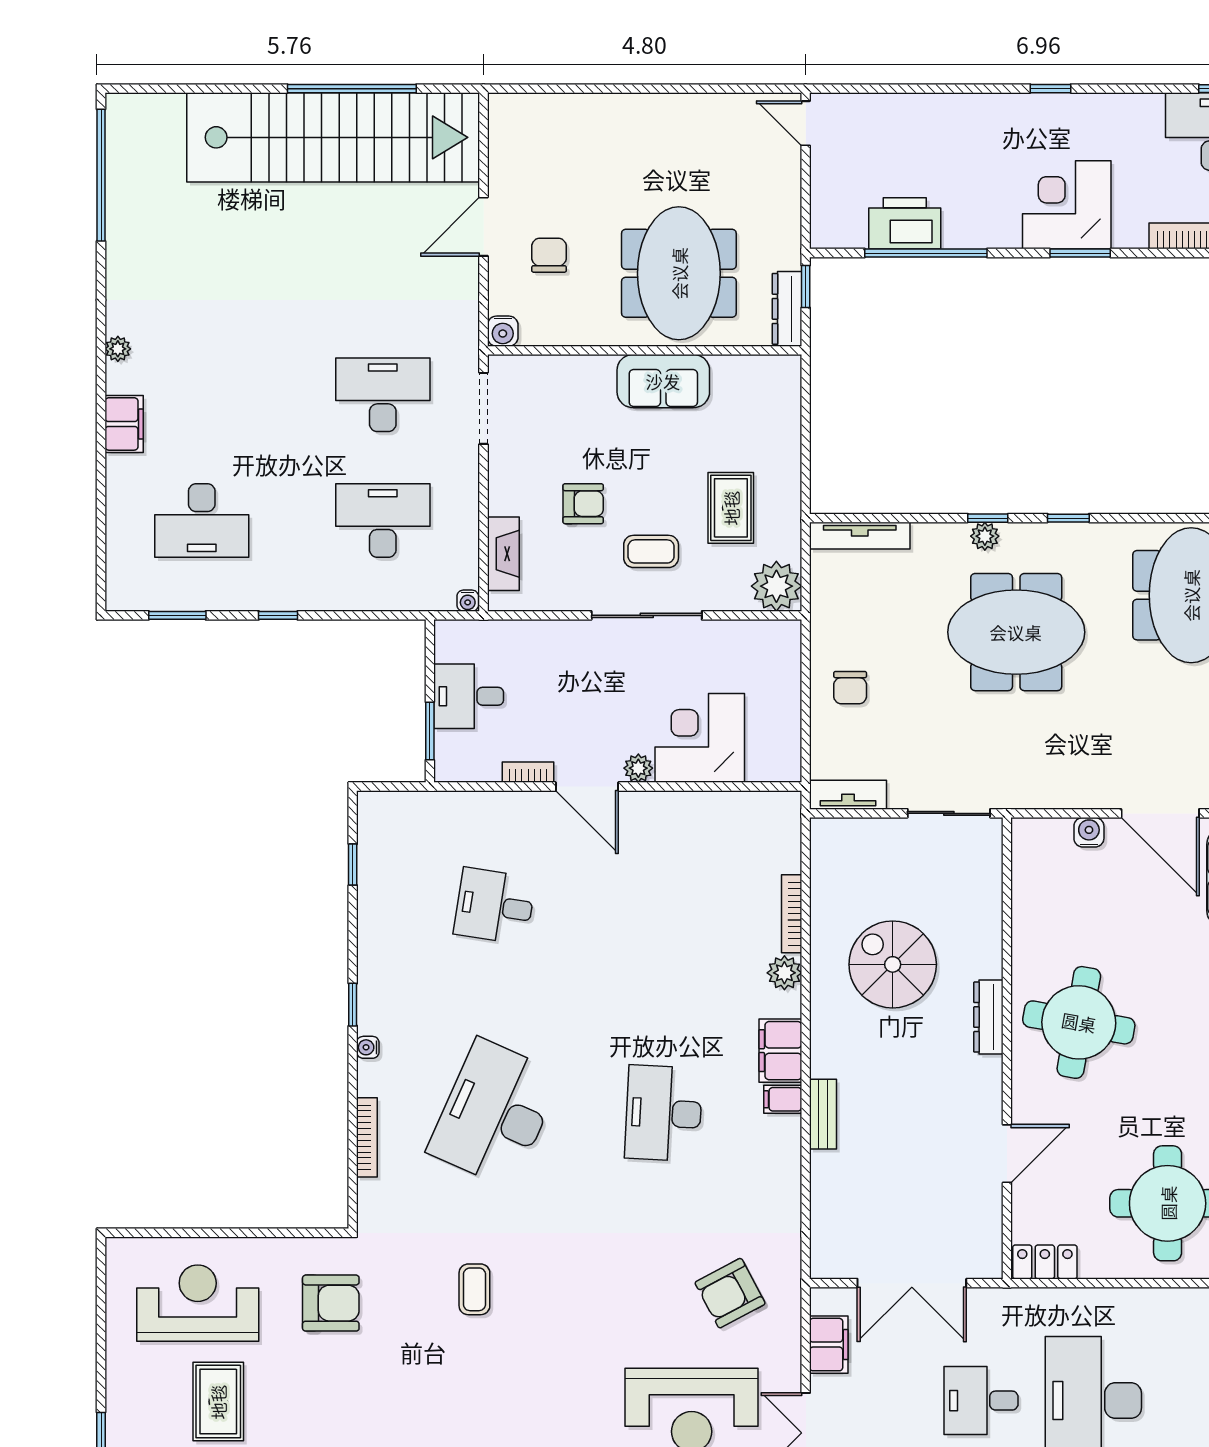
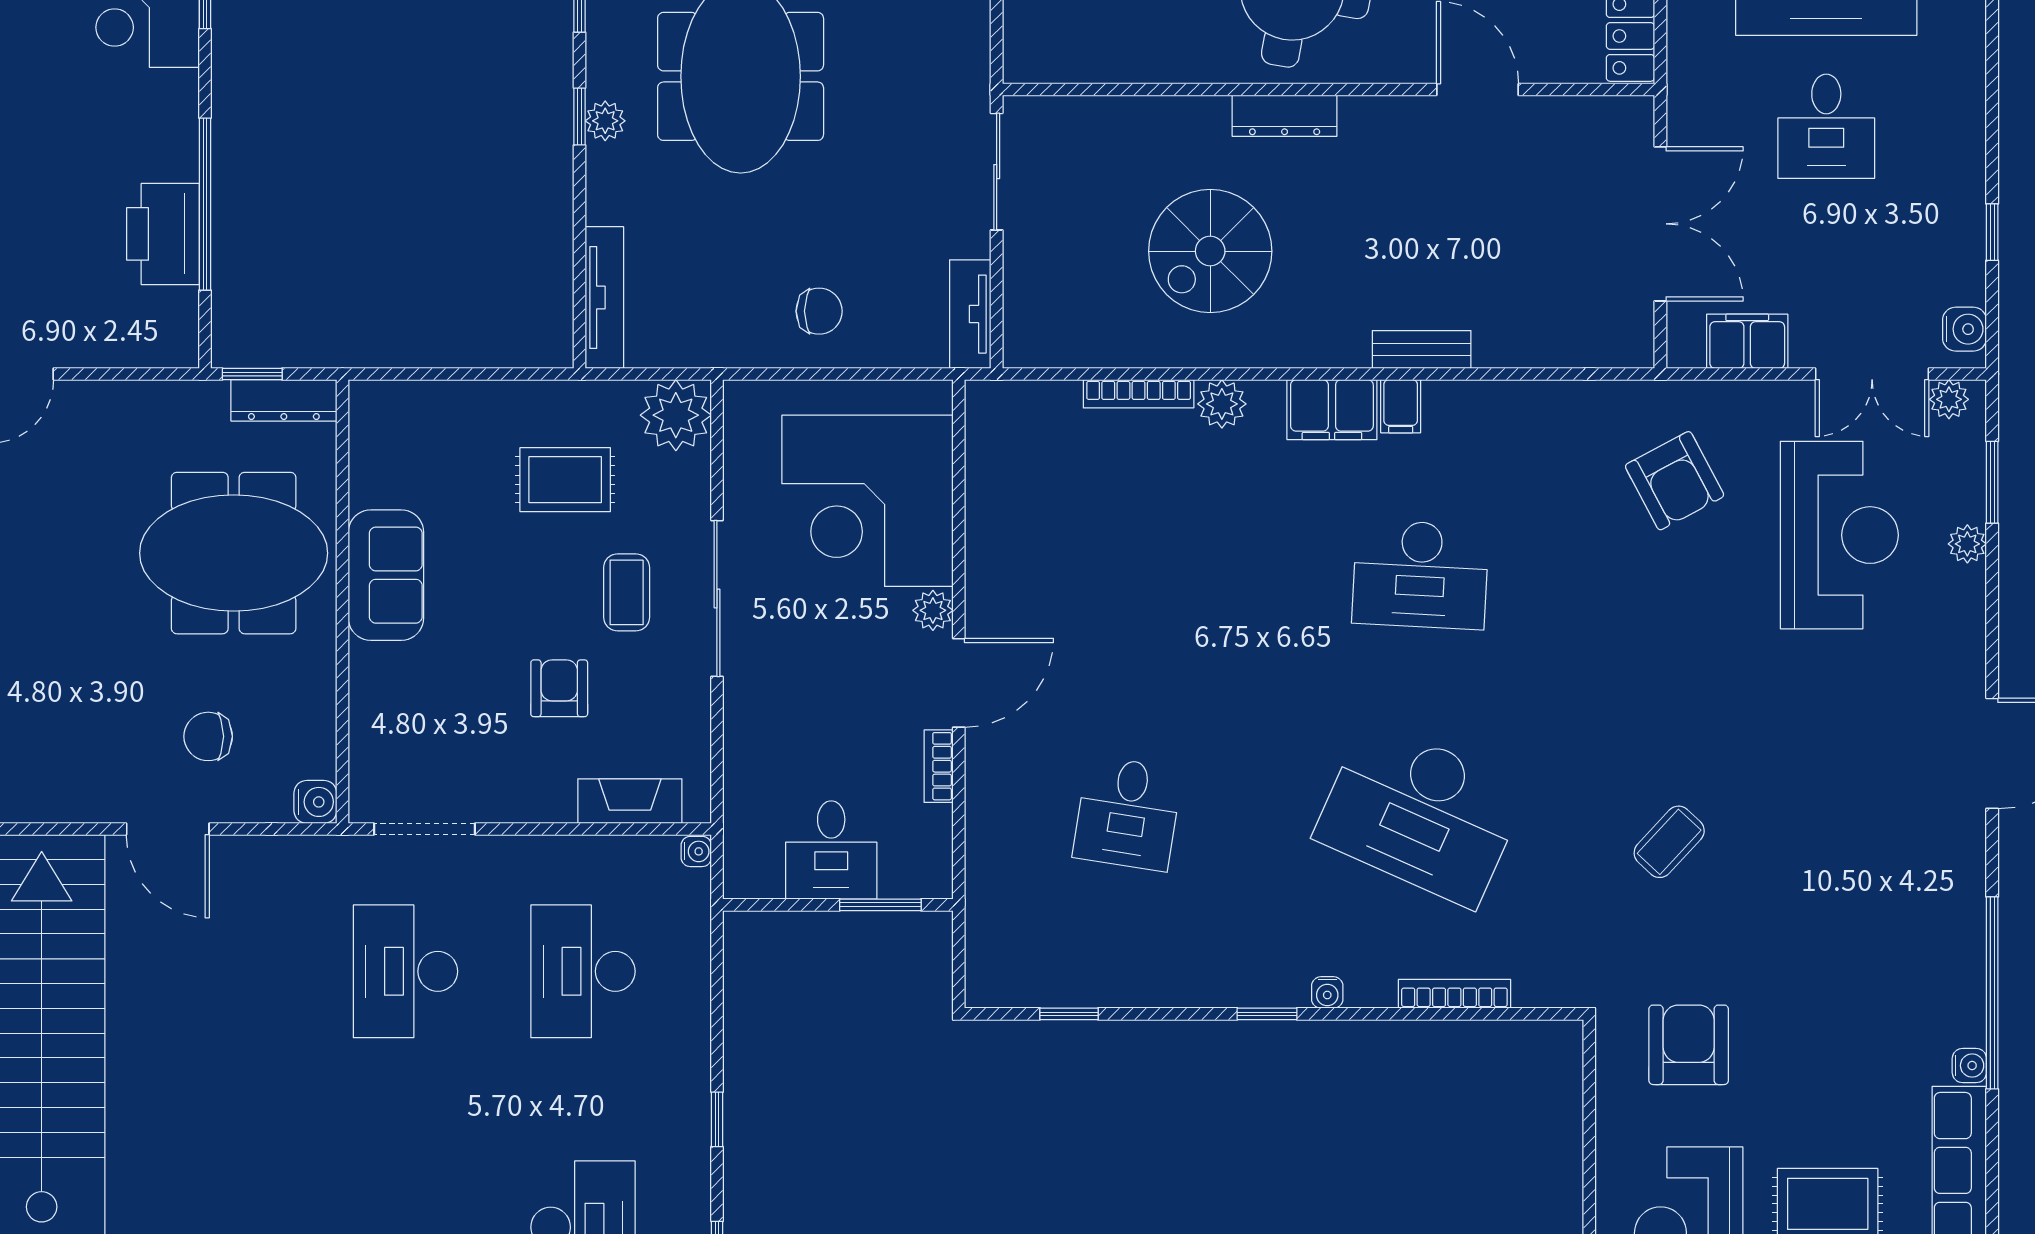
corner desk: (700, 738) -> (867, 501), width x1.36, depth x1.36
coffee table: (474, 1289) -> (1669, 842), turned -47

